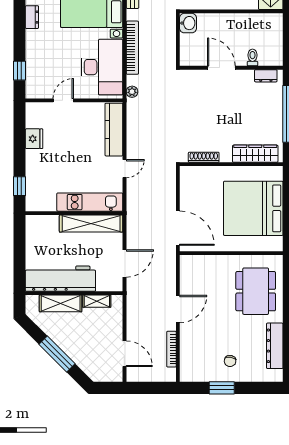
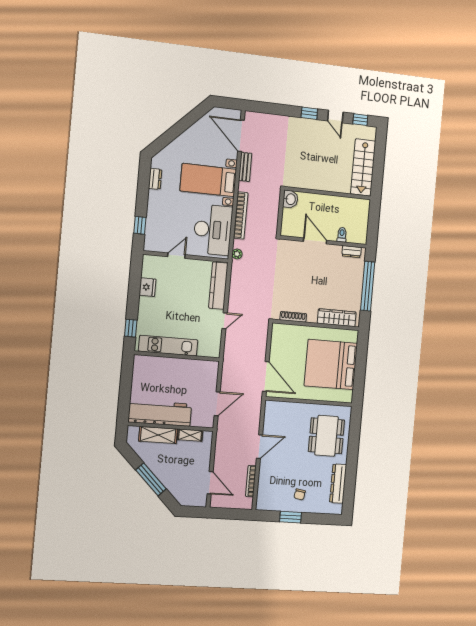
kitchen unit: (90, 202) -> (168, 346), moved
shelving: (91, 224) -> (191, 366), removed

